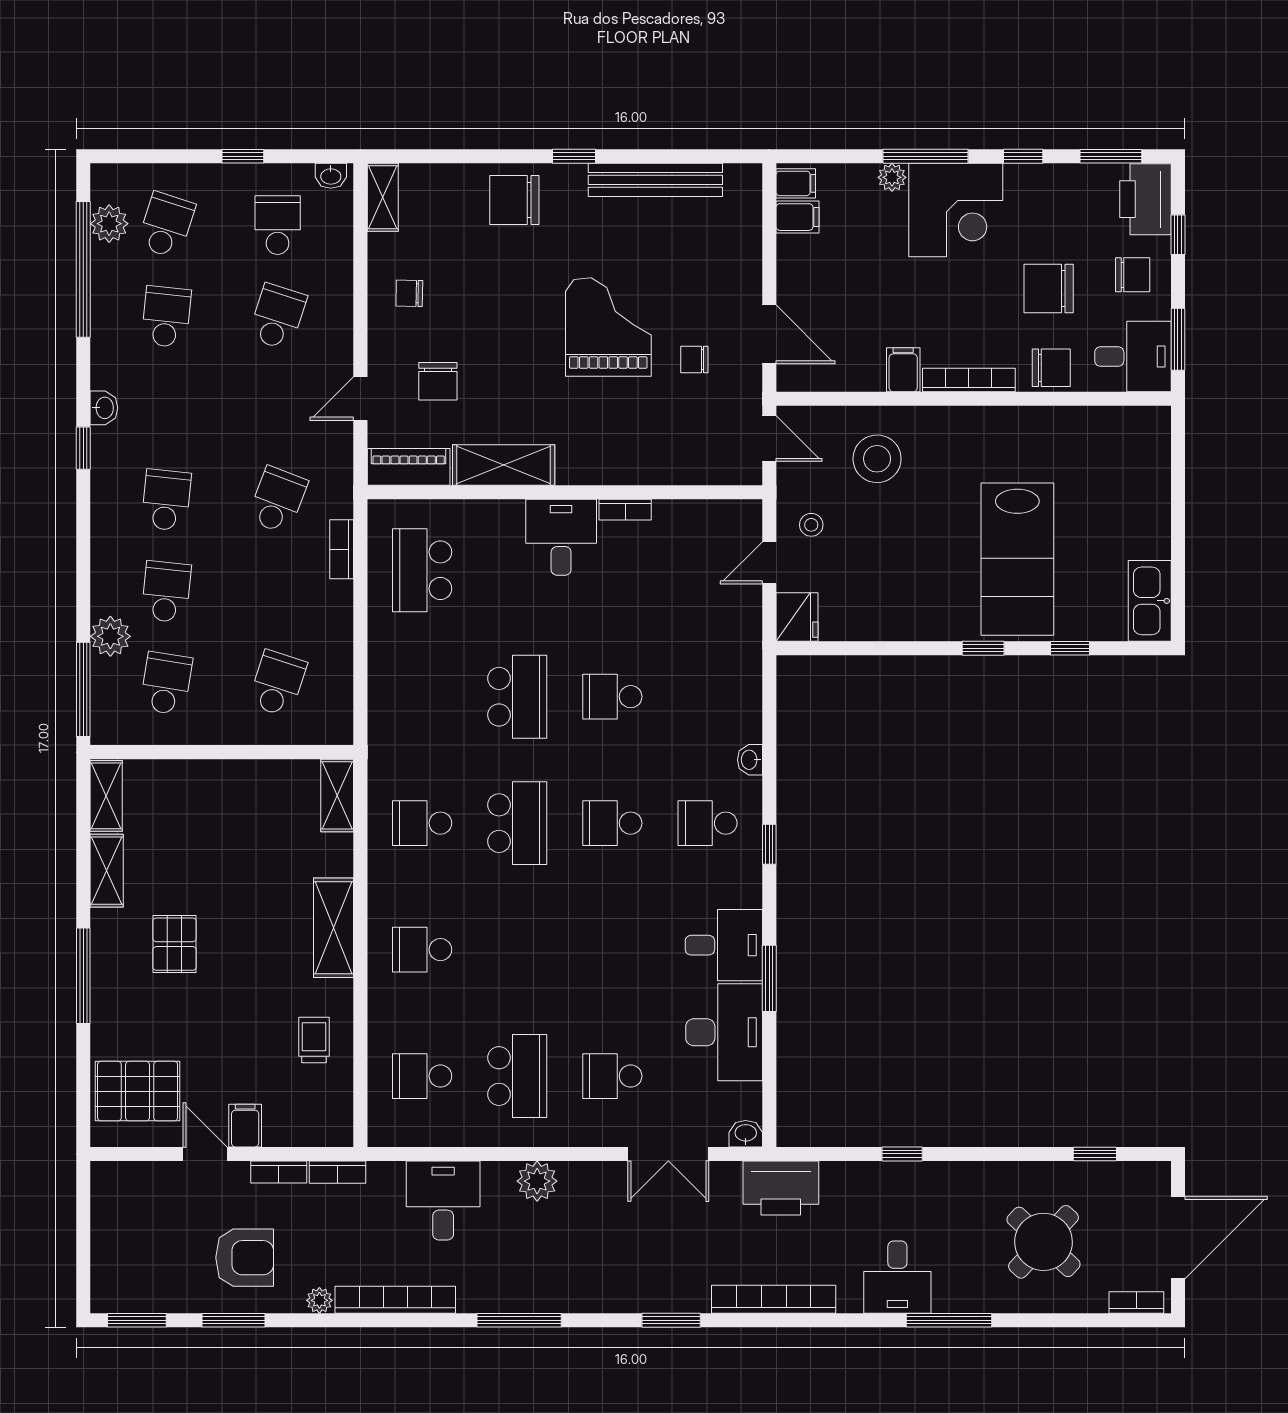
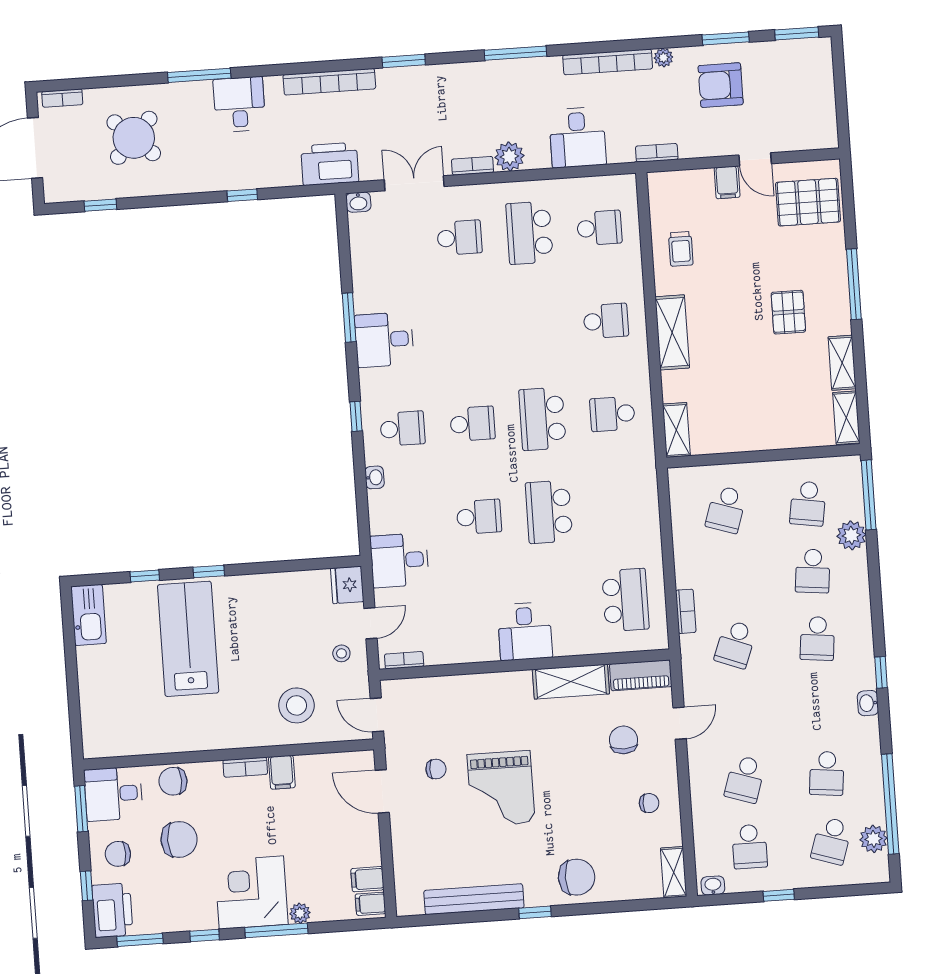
bookcase: (969, 380) -> (245, 767), width x0.64
bookcase: (625, 510) -> (404, 660), moved
school desk: (422, 823) -> (612, 414), turned 180
desk: (724, 1032) -> (399, 560), moved, width x0.73
bookcase: (279, 1172) -> (473, 166), moved

